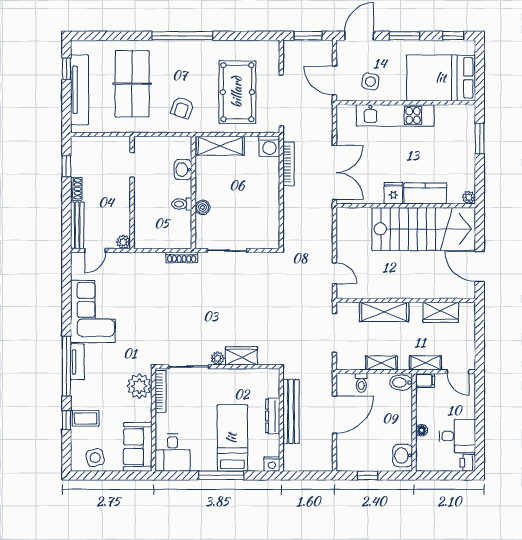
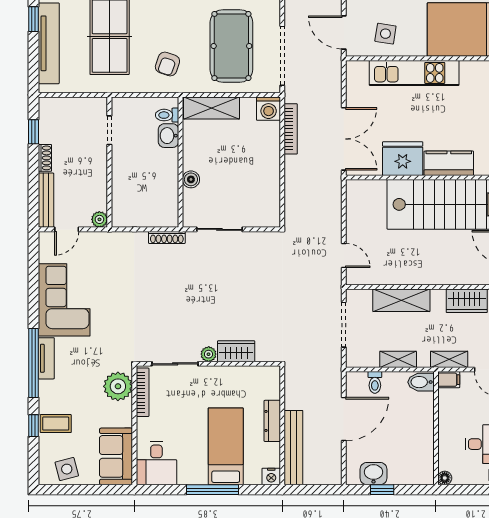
fridge: (393, 193) -> (403, 159), width x1.88, depth x1.34
toilet: (182, 204) -> (167, 115), moved
bench: (291, 411) -> (293, 448), moved
floor lamp: (422, 430) -> (445, 478), moved
washbasin: (403, 455) -> (373, 474), moved, turned 90

